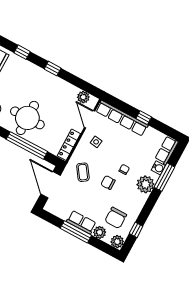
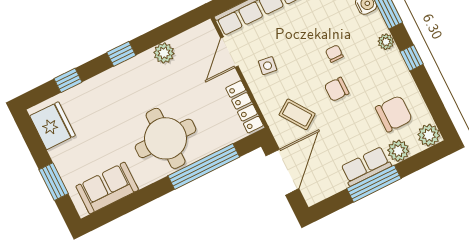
plant: (83, 97) -> (164, 53), moved
door: (90, 119) -> (229, 52), hinge flipped
plant: (145, 184) -> (386, 42), width x0.53, depth x0.53
door: (51, 185) -> (282, 172), swing flipped
chair: (116, 218) -> (394, 114), turned -90
window: (136, 230) -> (412, 58), moved

